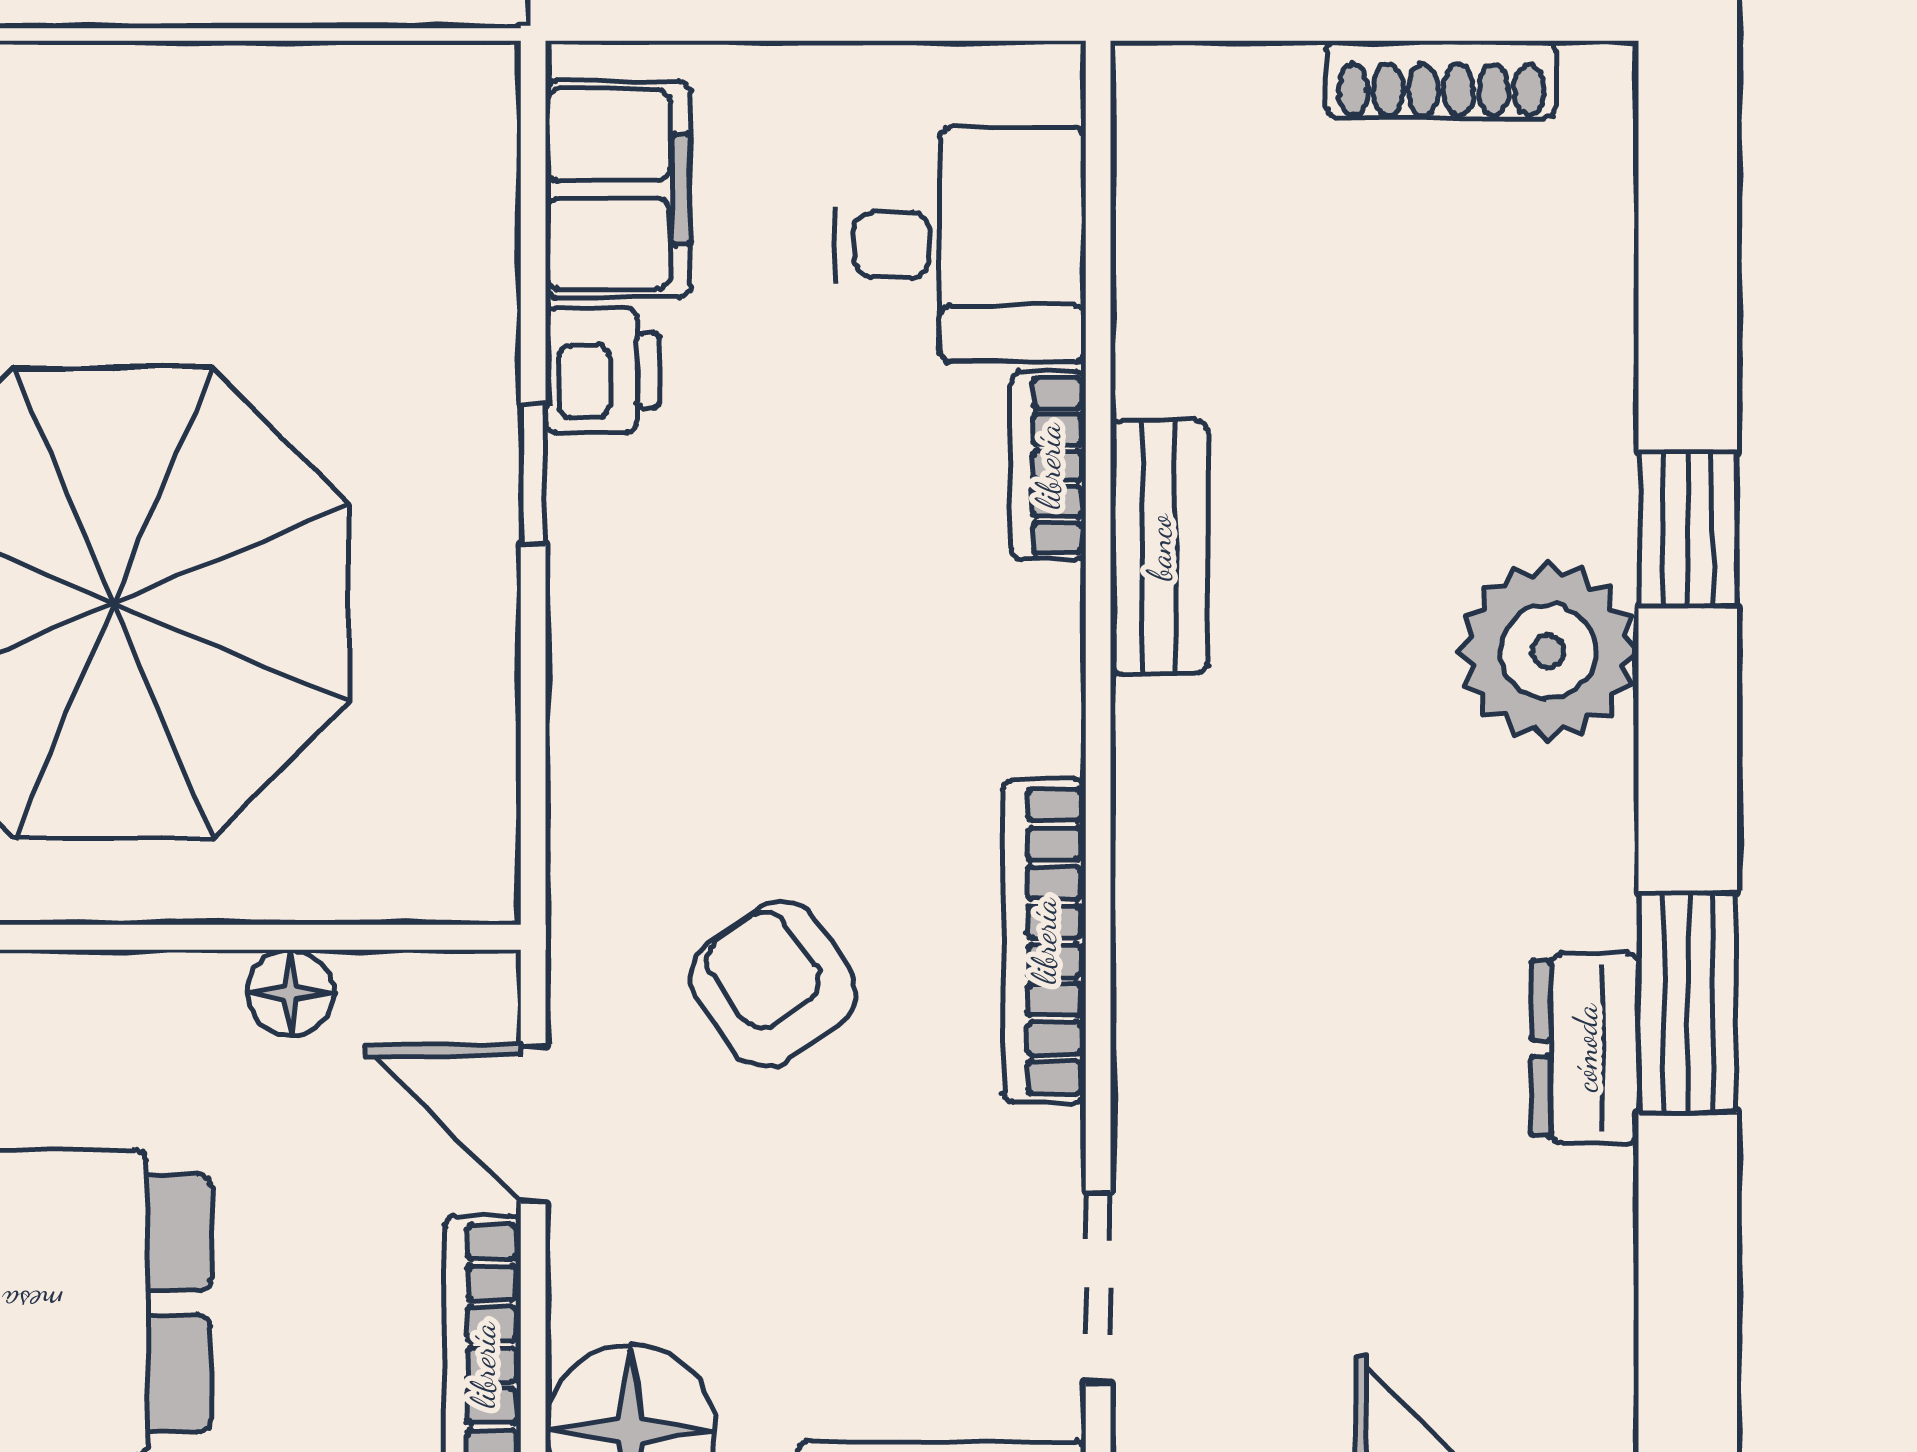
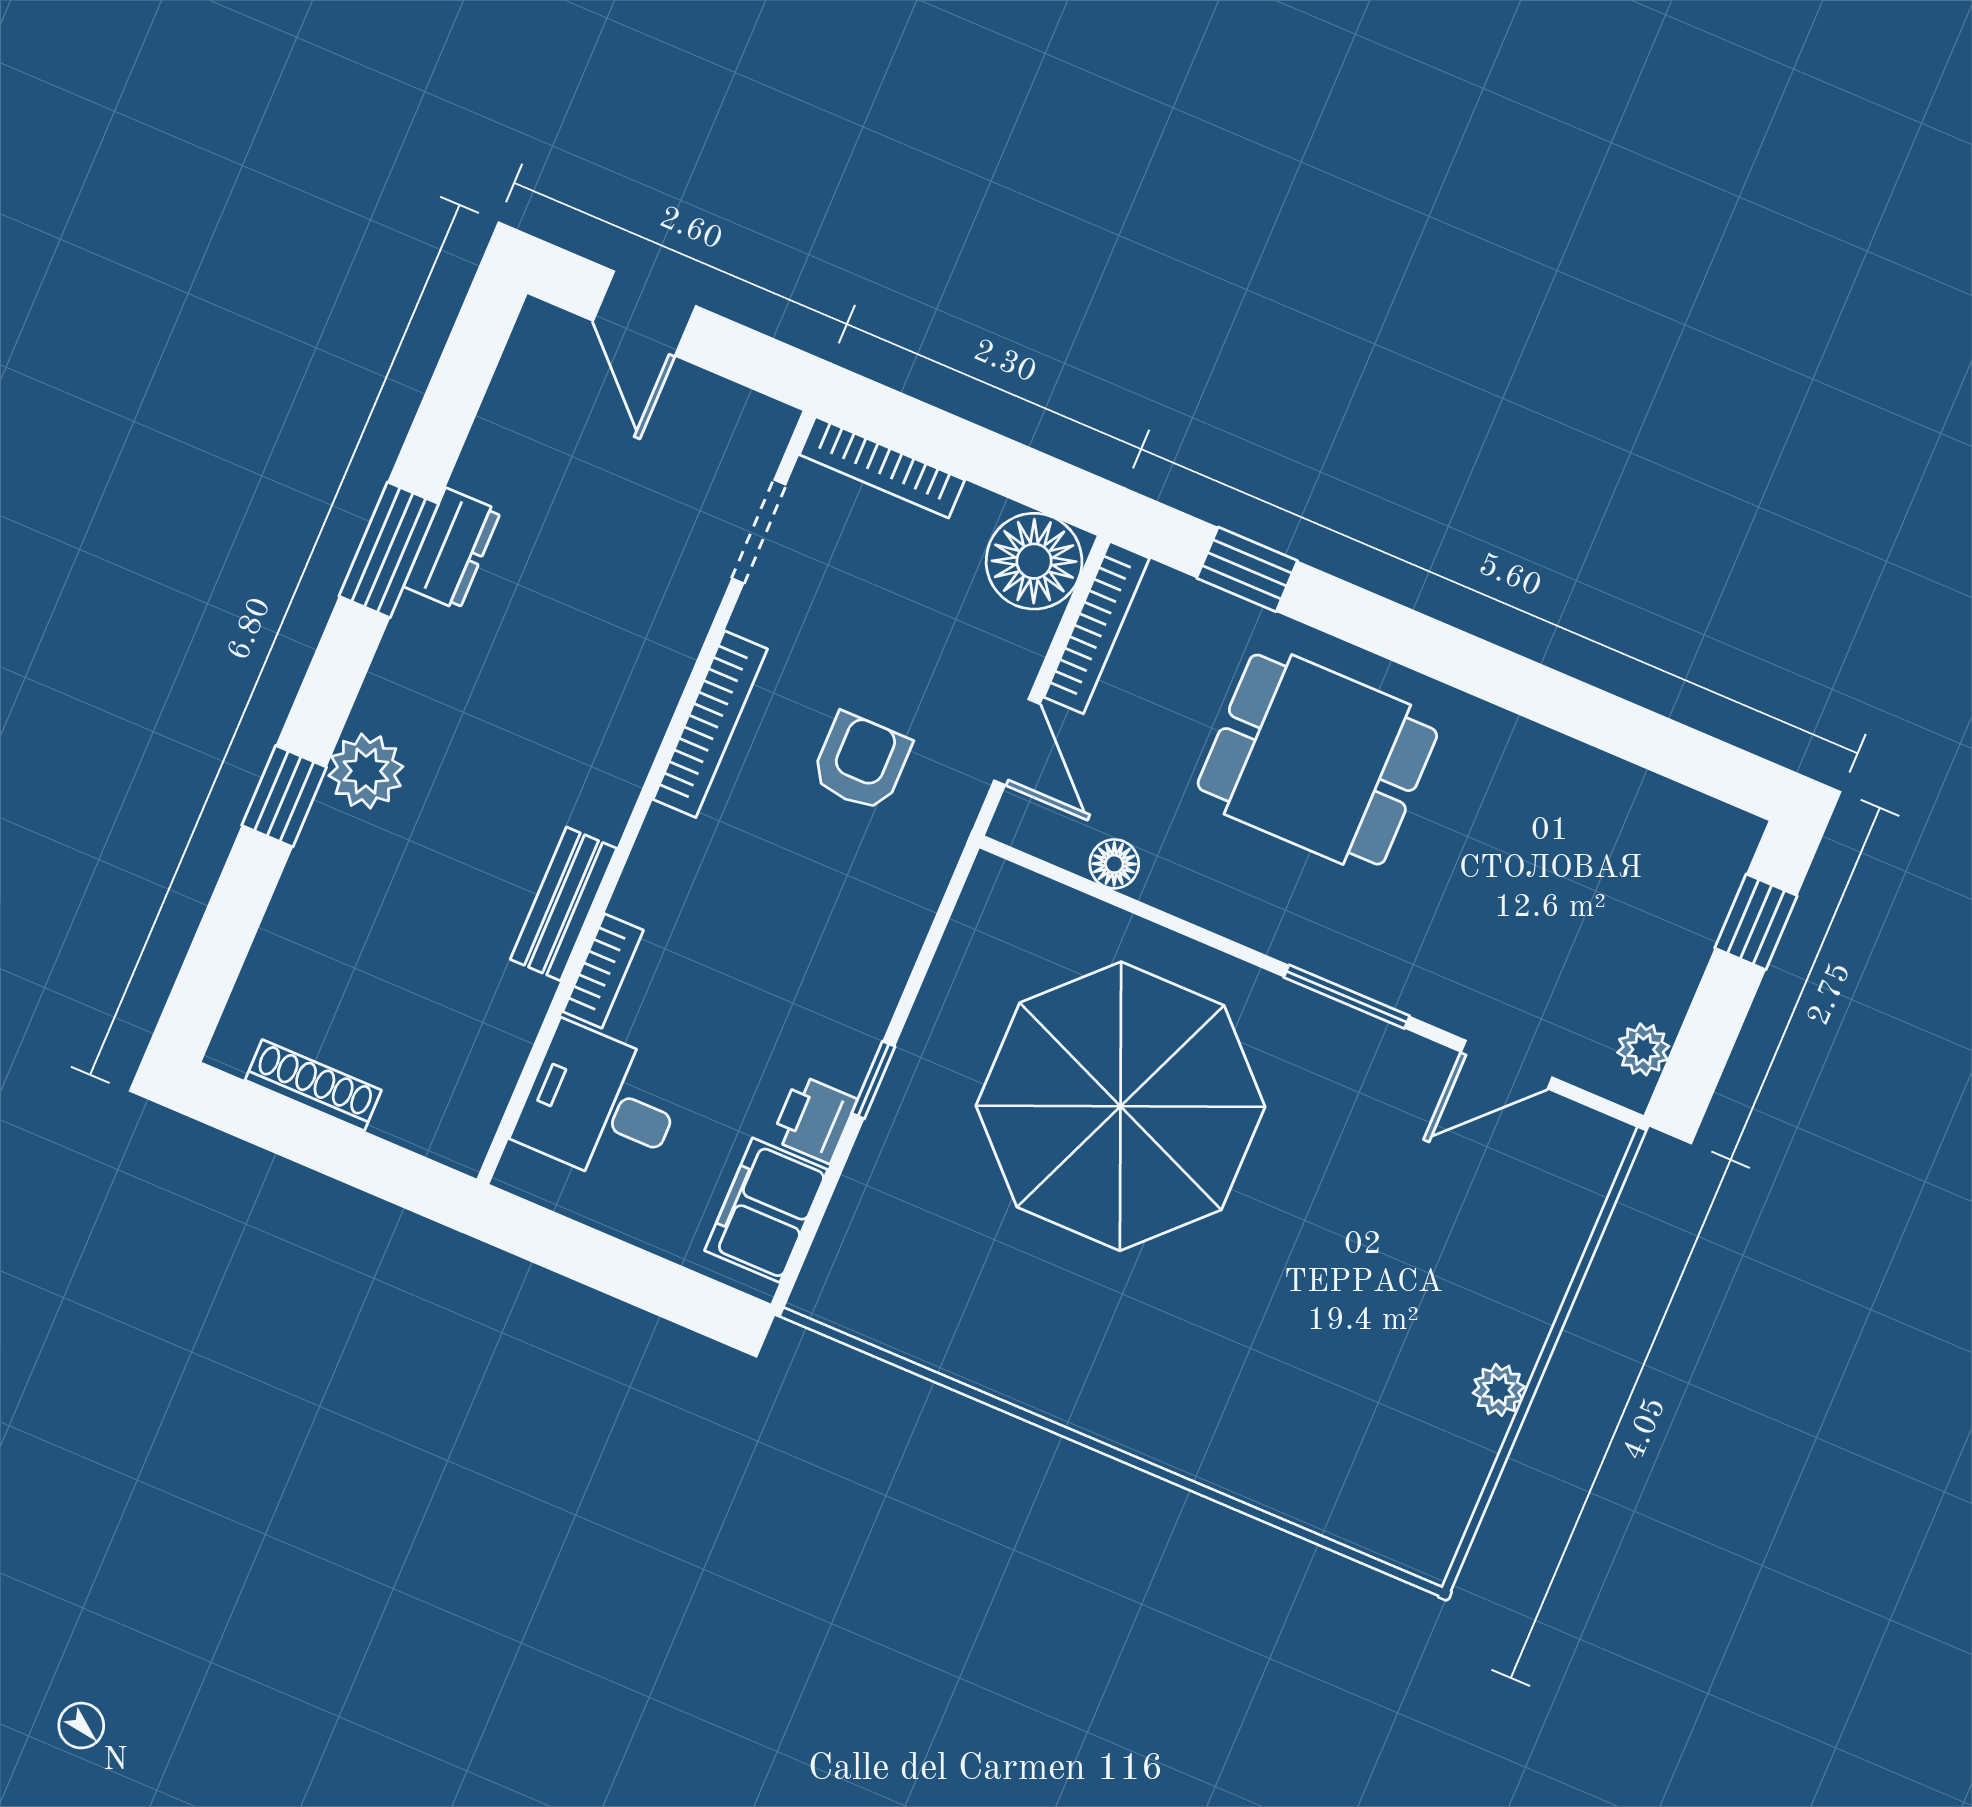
plant: (1548, 651) -> (366, 771), width x0.73, depth x0.73
armchair: (773, 984) -> (861, 762), turned -145

